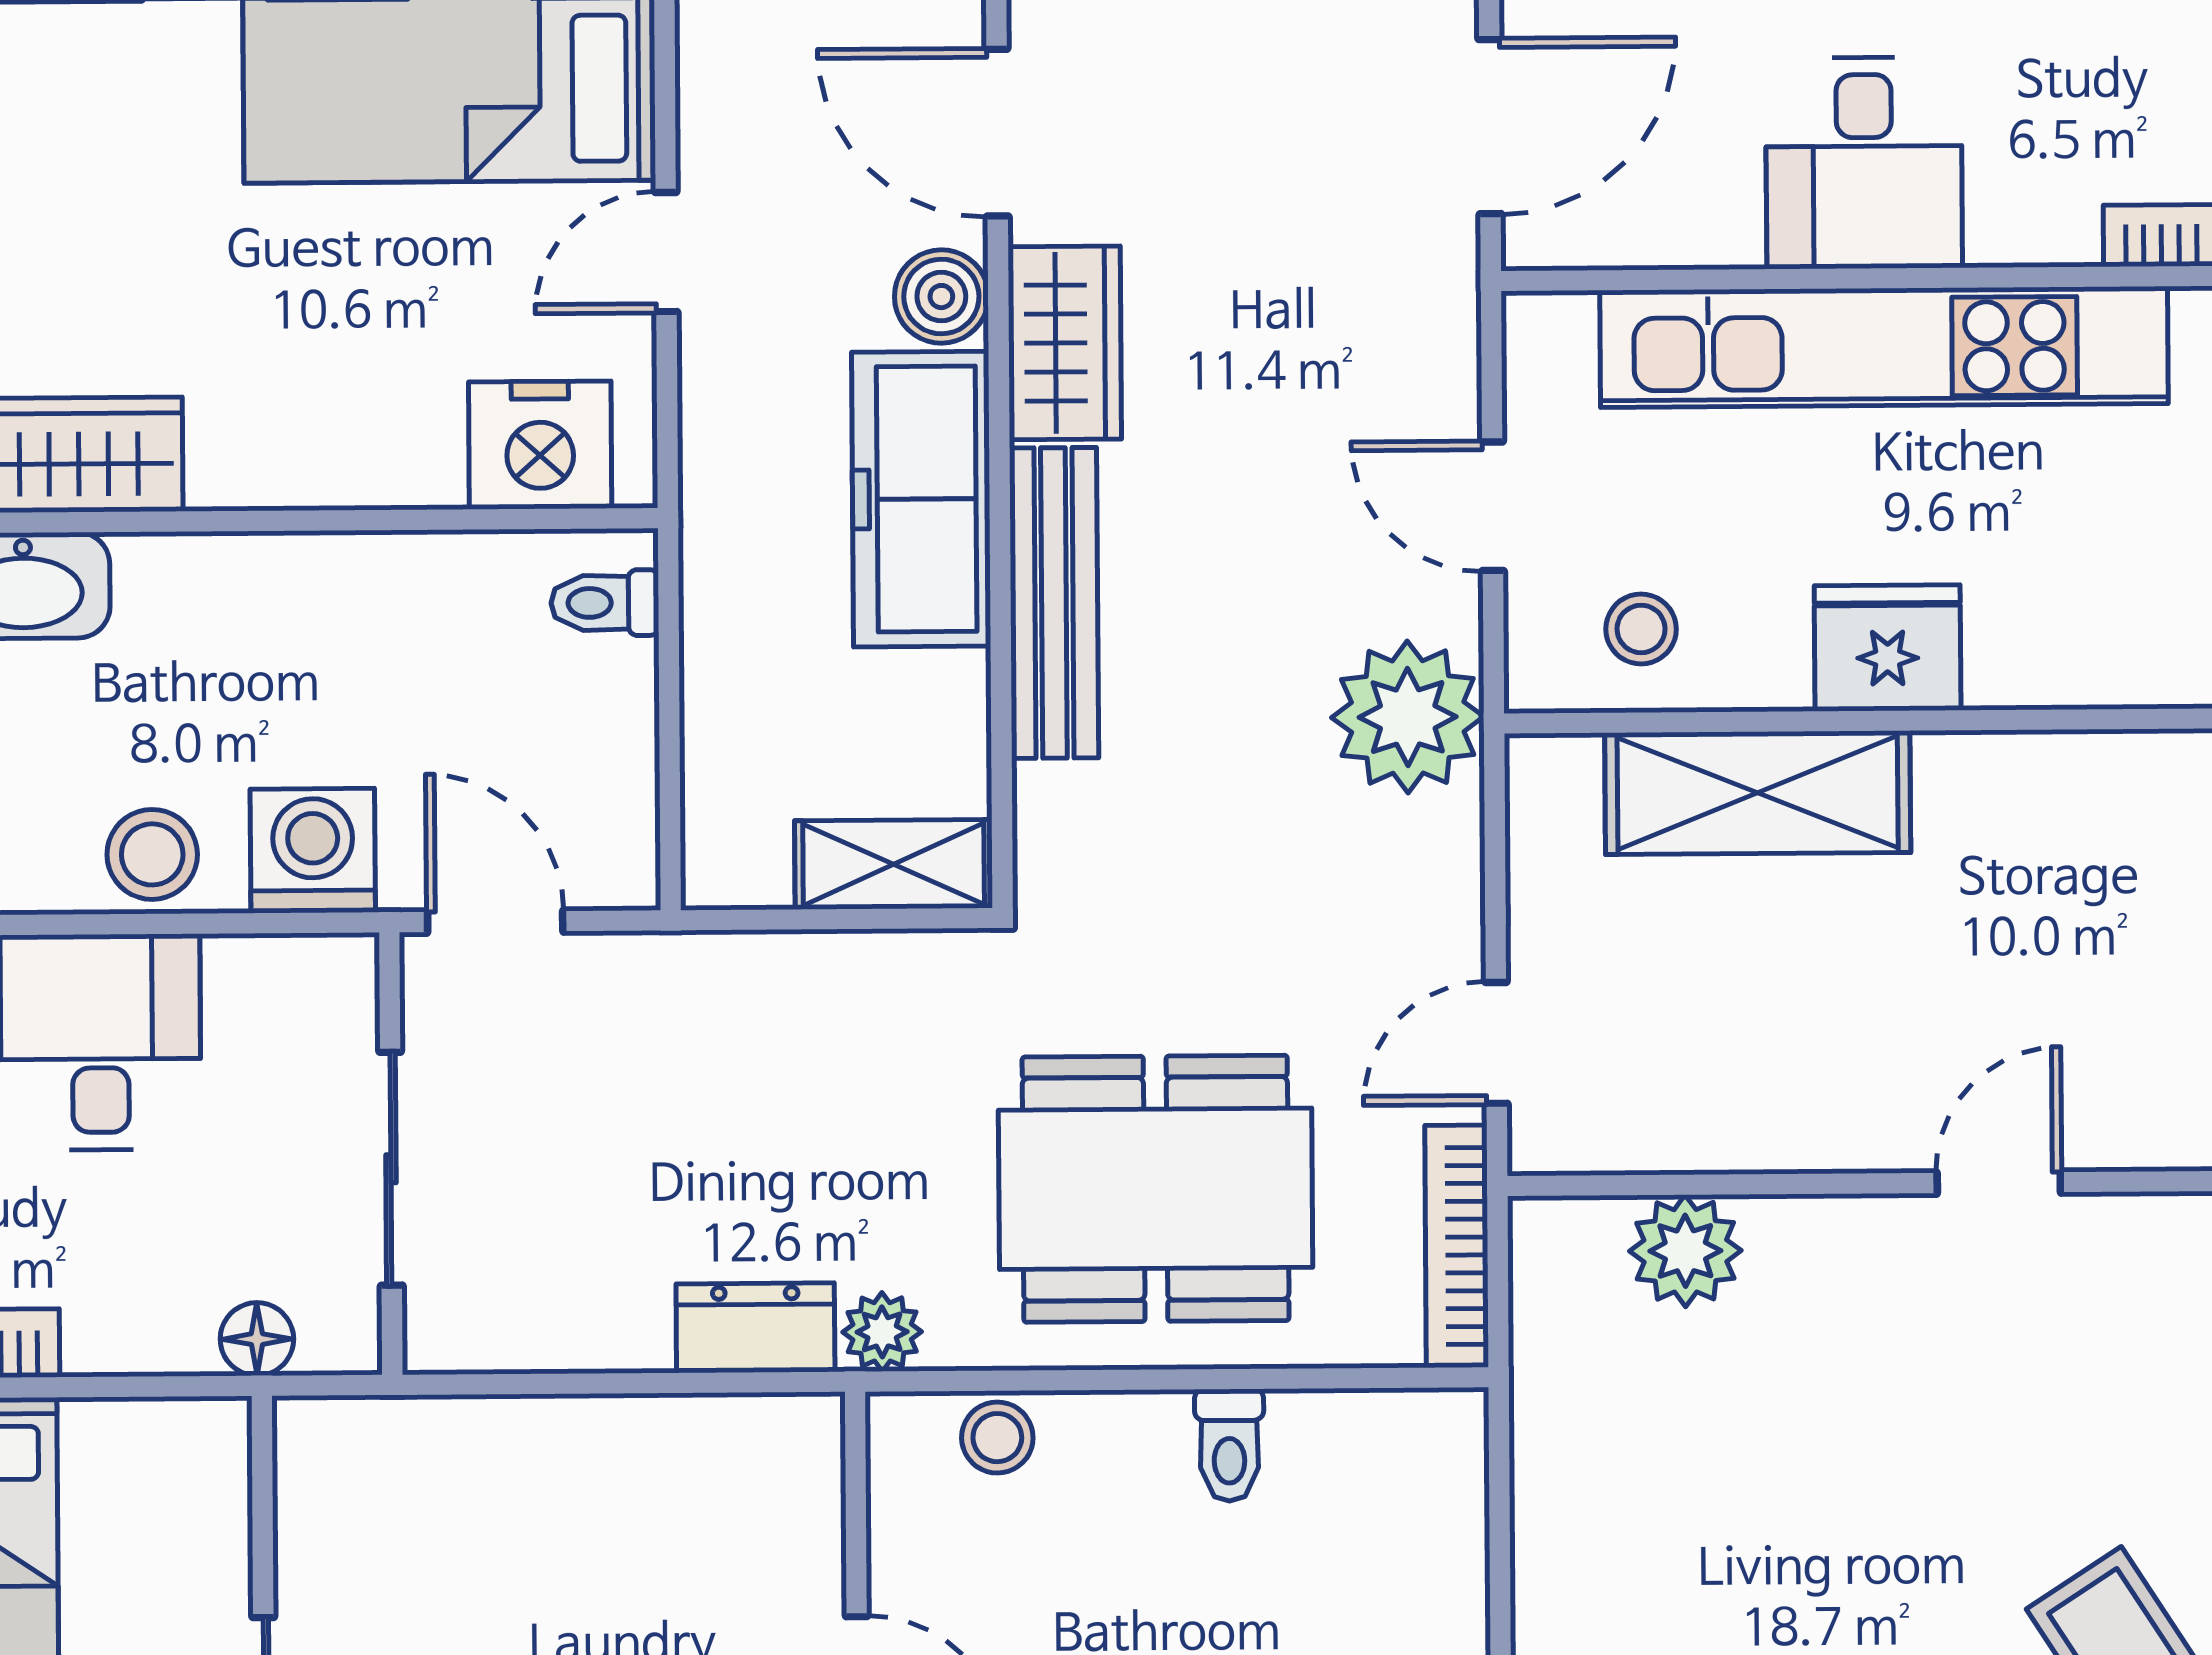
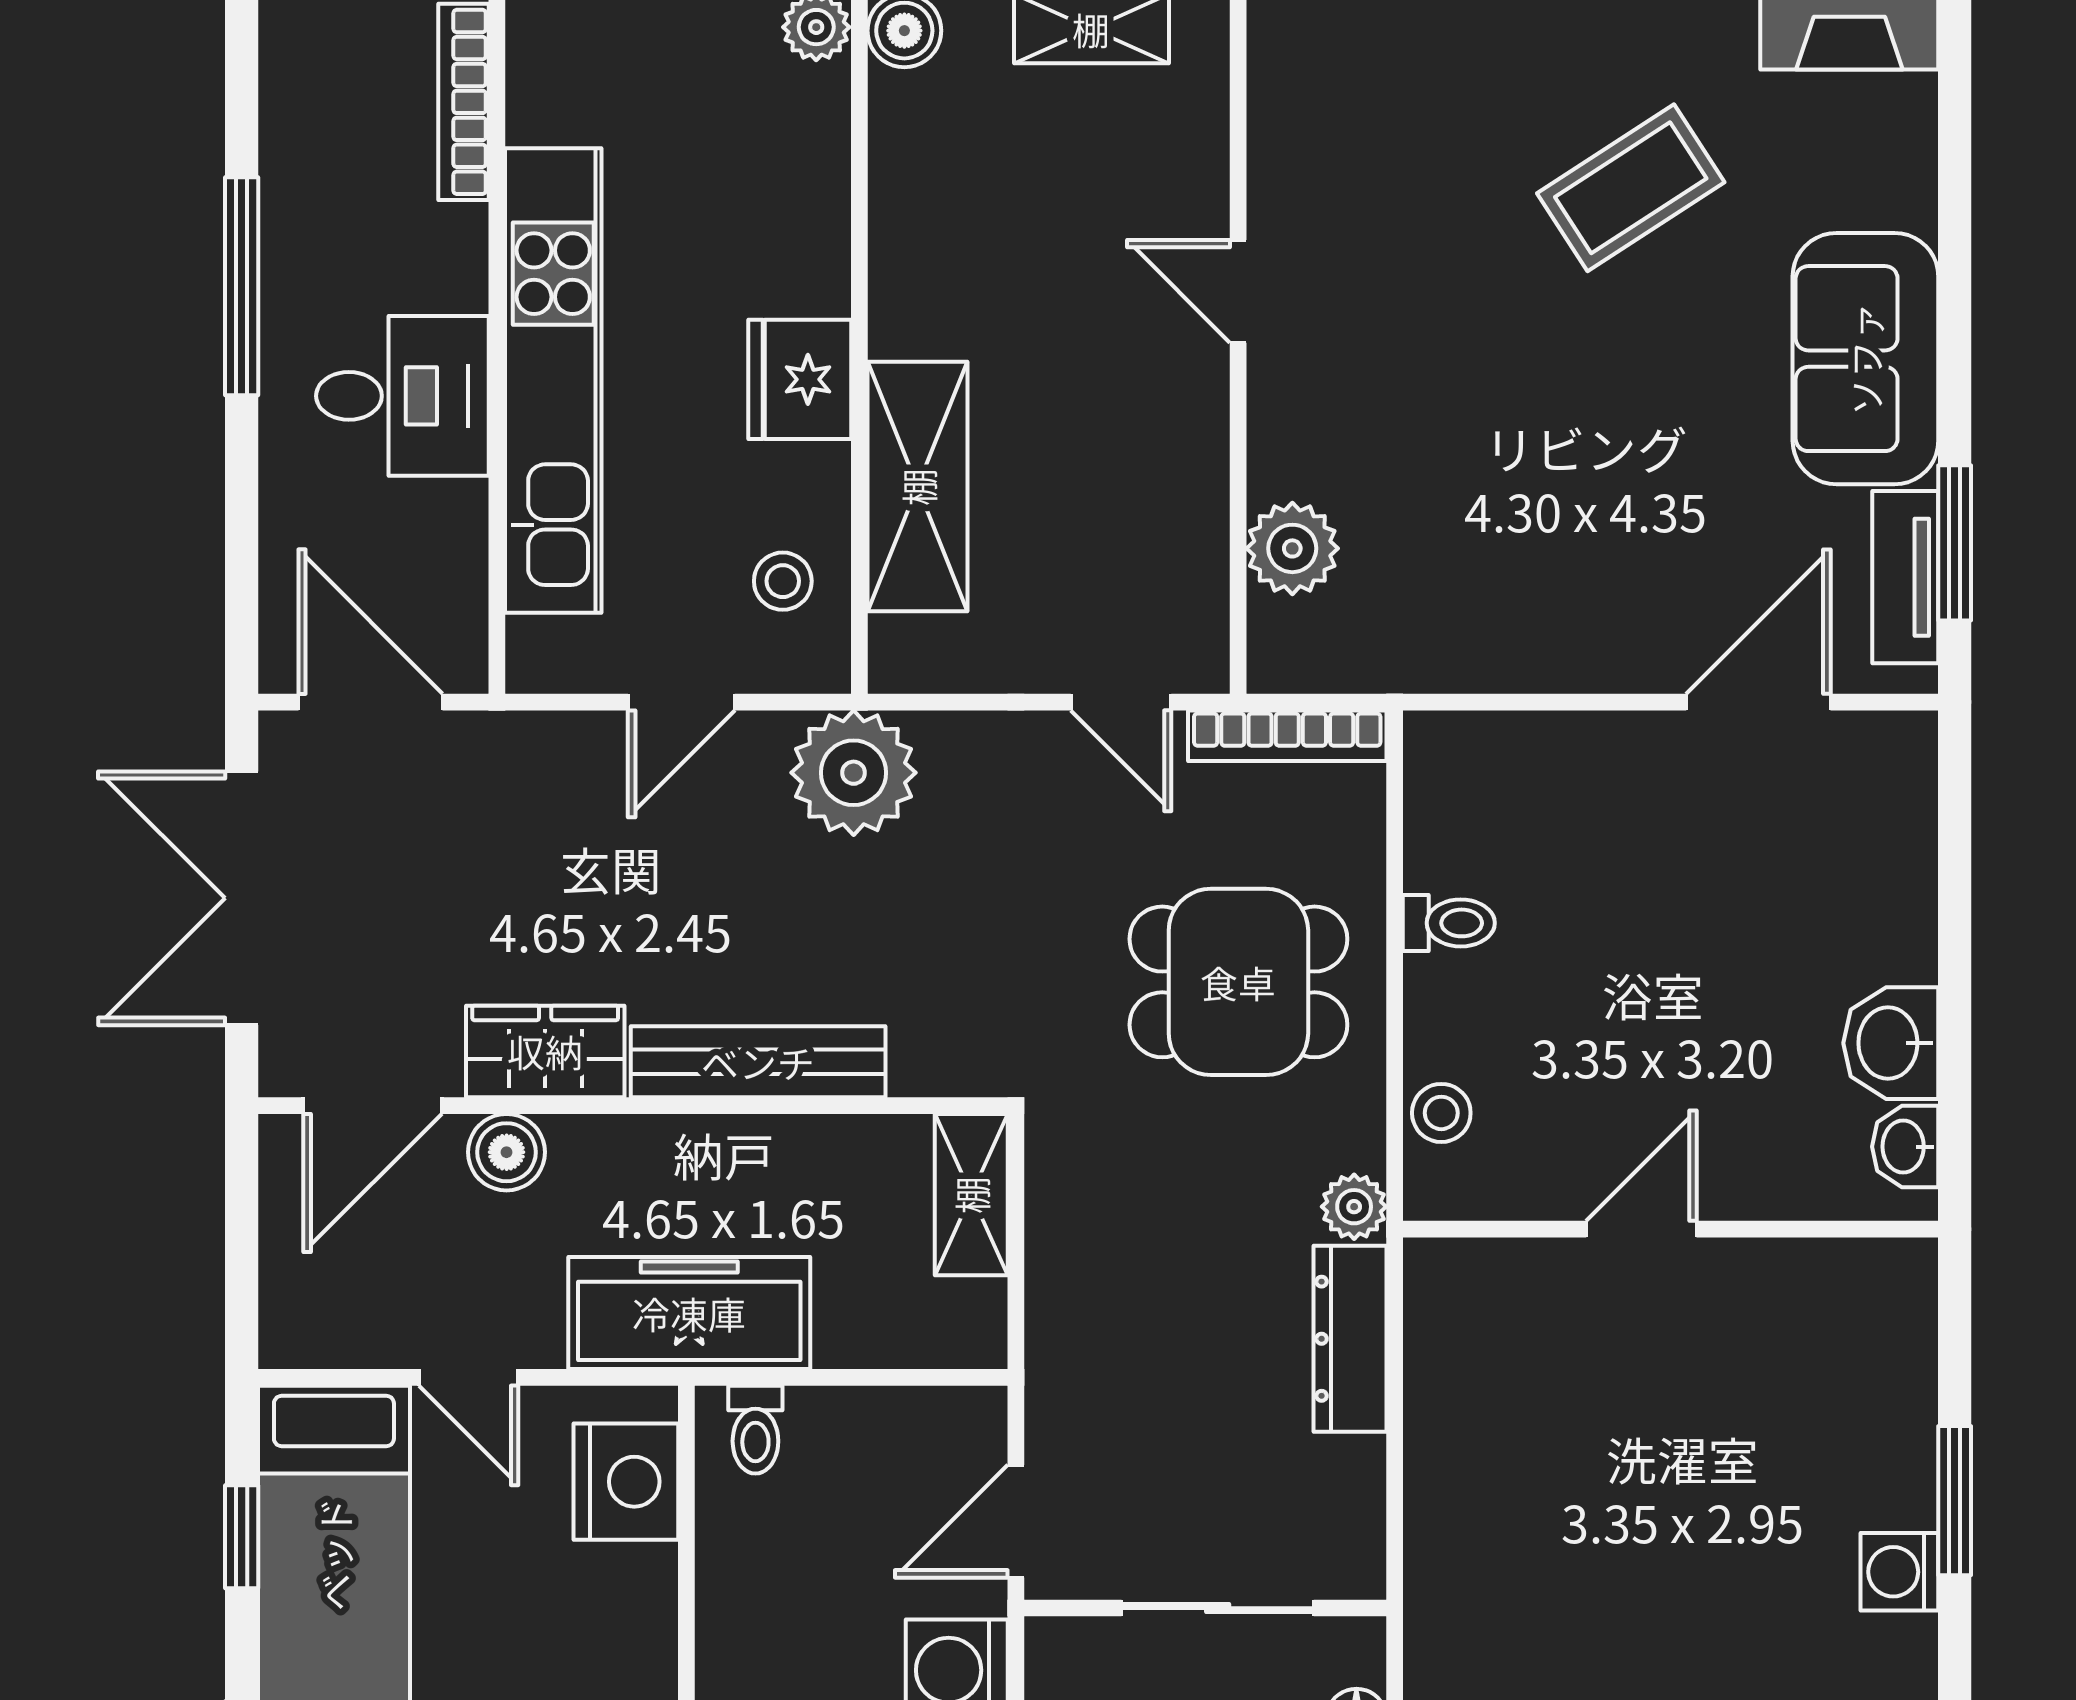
freezer: (921, 499) -> (689, 1313), moved, turned 180
dining table: (1156, 1189) -> (1238, 982), width x0.73
dresser: (755, 1328) -> (1350, 1339), width x1.44

